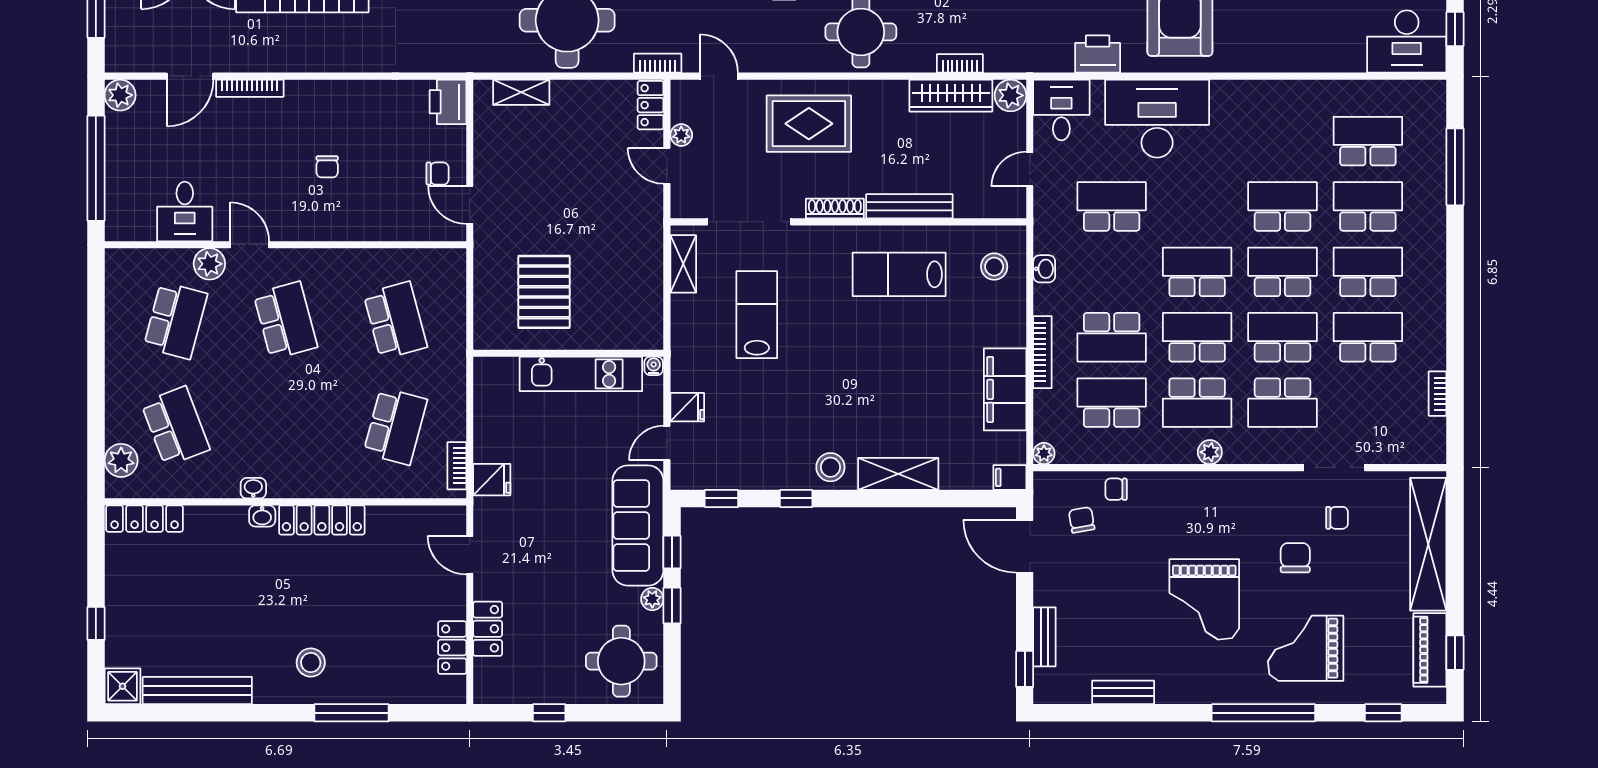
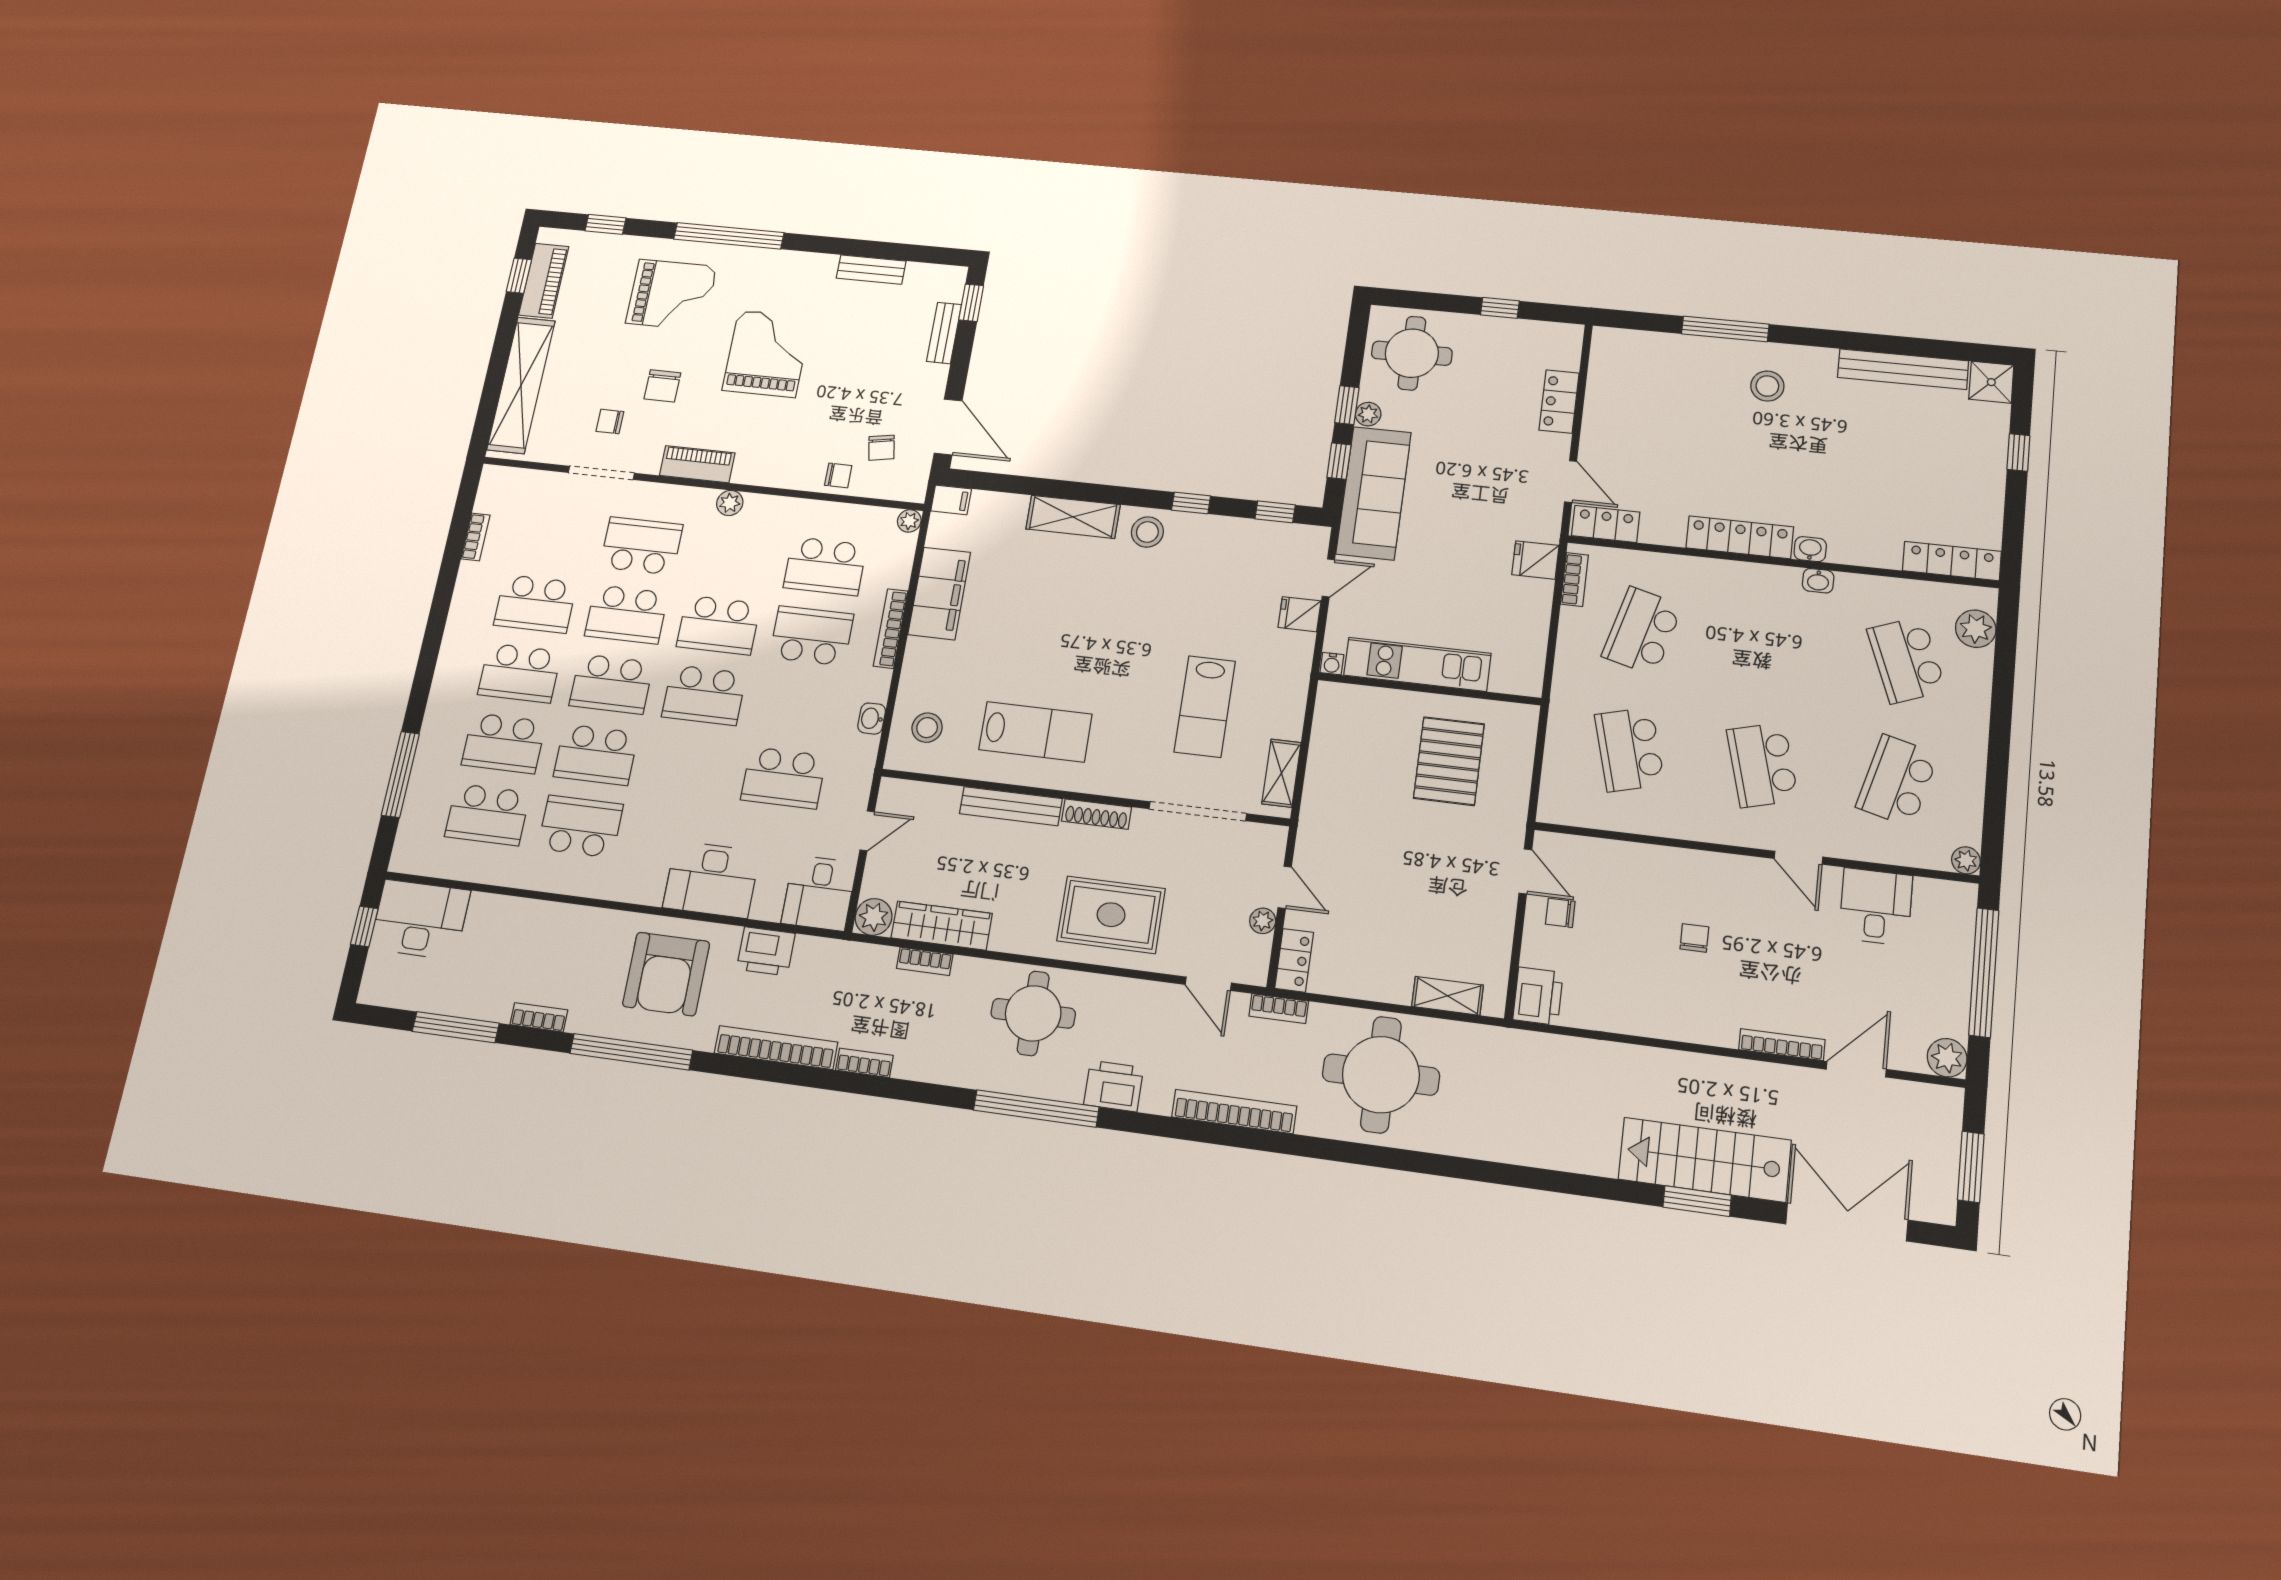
desk: (1157, 119) -> (712, 879), width x0.73, depth x0.77
plant: (209, 264) -> (1966, 860), moved, width x0.73, depth x0.73
school desk: (1197, 403) -> (580, 826), moved
piano: (1247, 486) -> (697, 464), added
locker: (452, 648) -> (1606, 524), moved, turned -90

